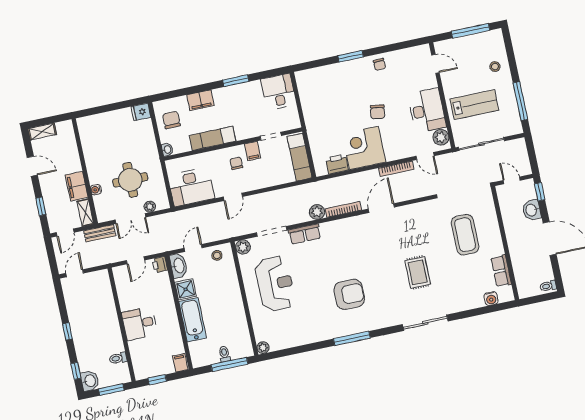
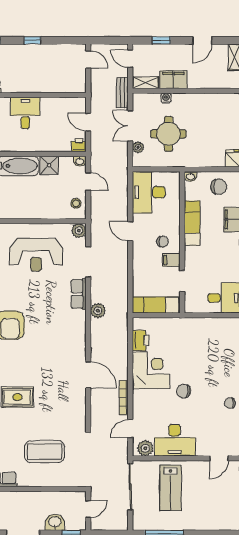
stool: (495, 67) -> (204, 516), removed
bookcase: (343, 209) -> (95, 337), removed
washbasin: (179, 266) -> (80, 161), width x0.52, depth x0.69

